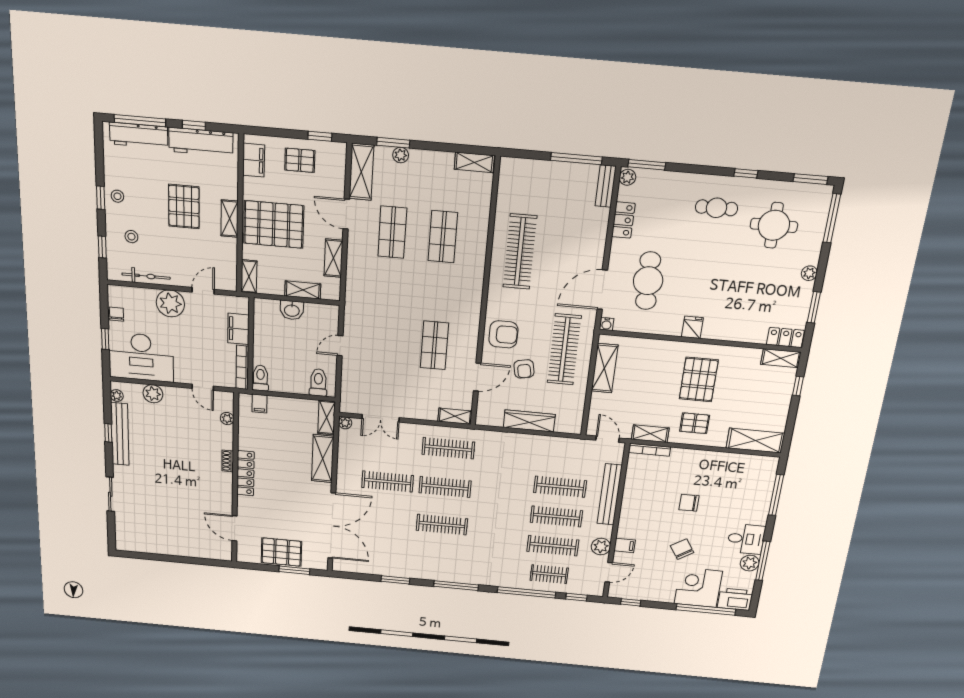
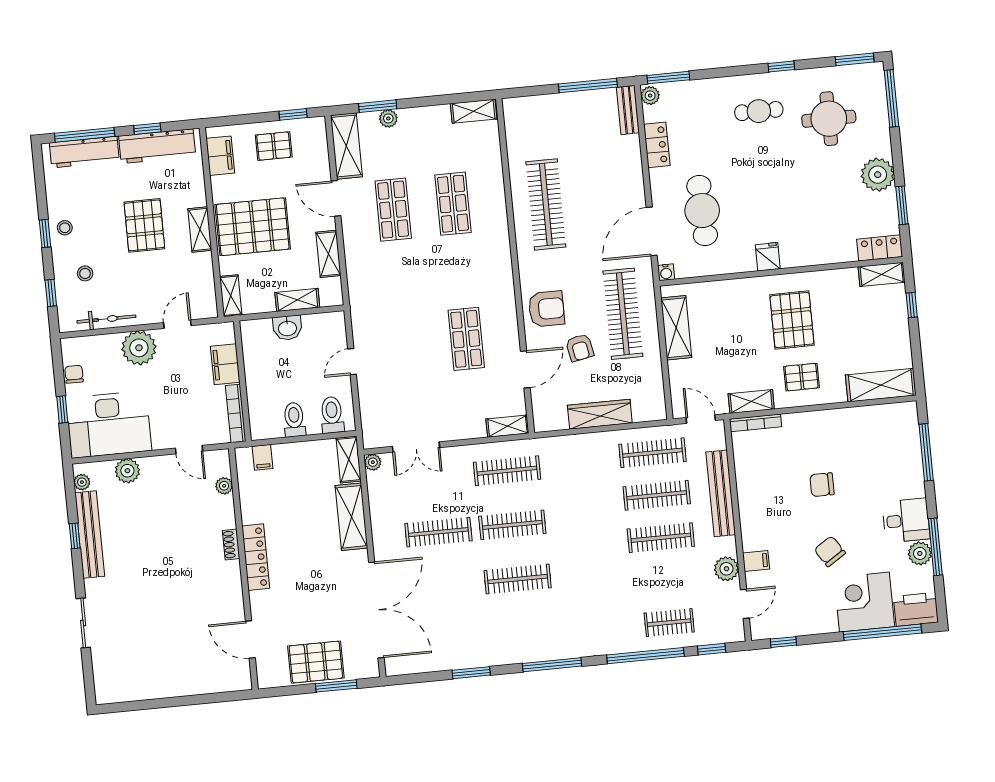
plant: (809, 273) -> (878, 175), width x1.88, depth x1.88
toilet: (260, 378) -> (294, 420), moved
clothes rail: (553, 546) -> (653, 453), moved

